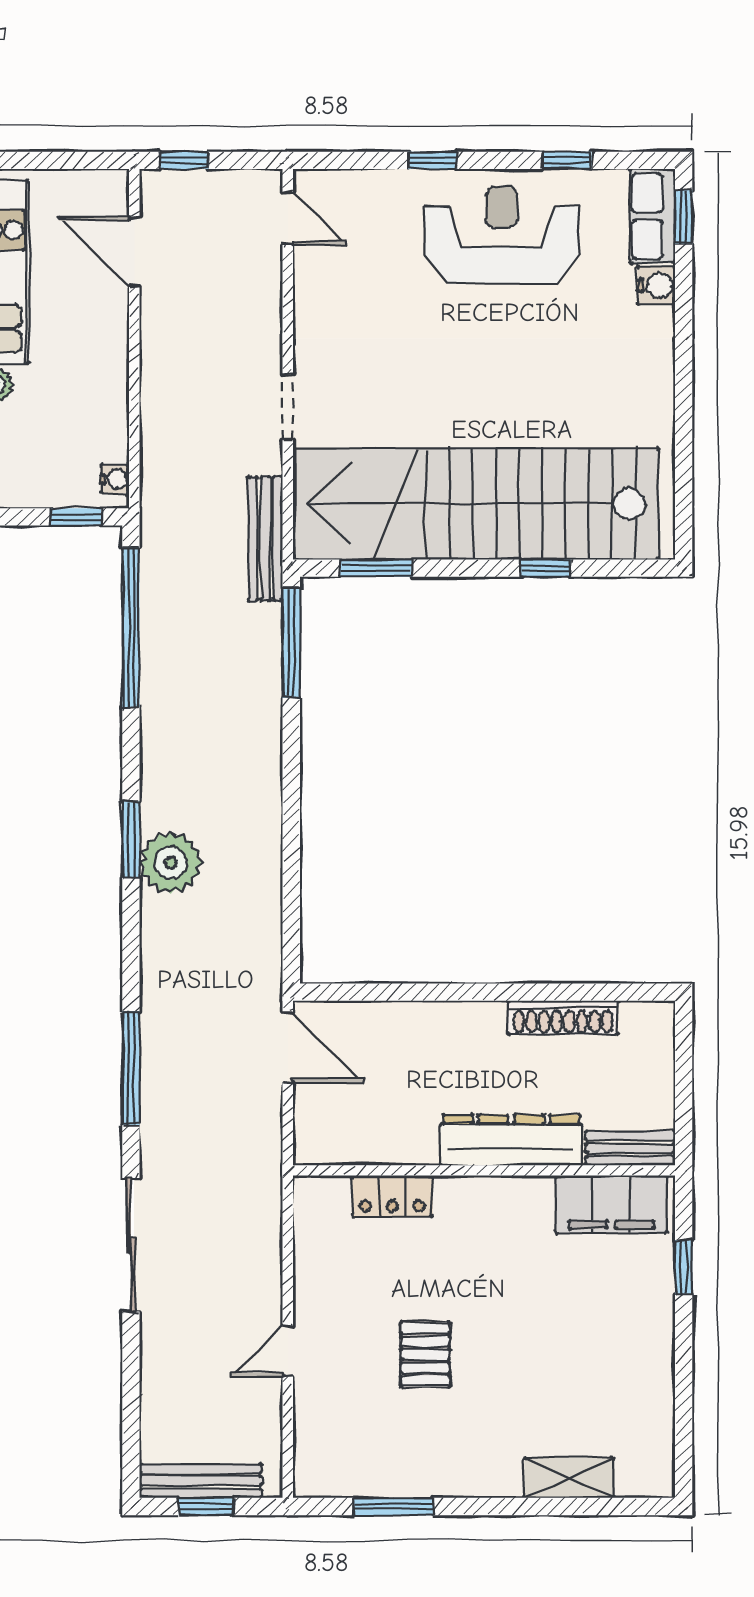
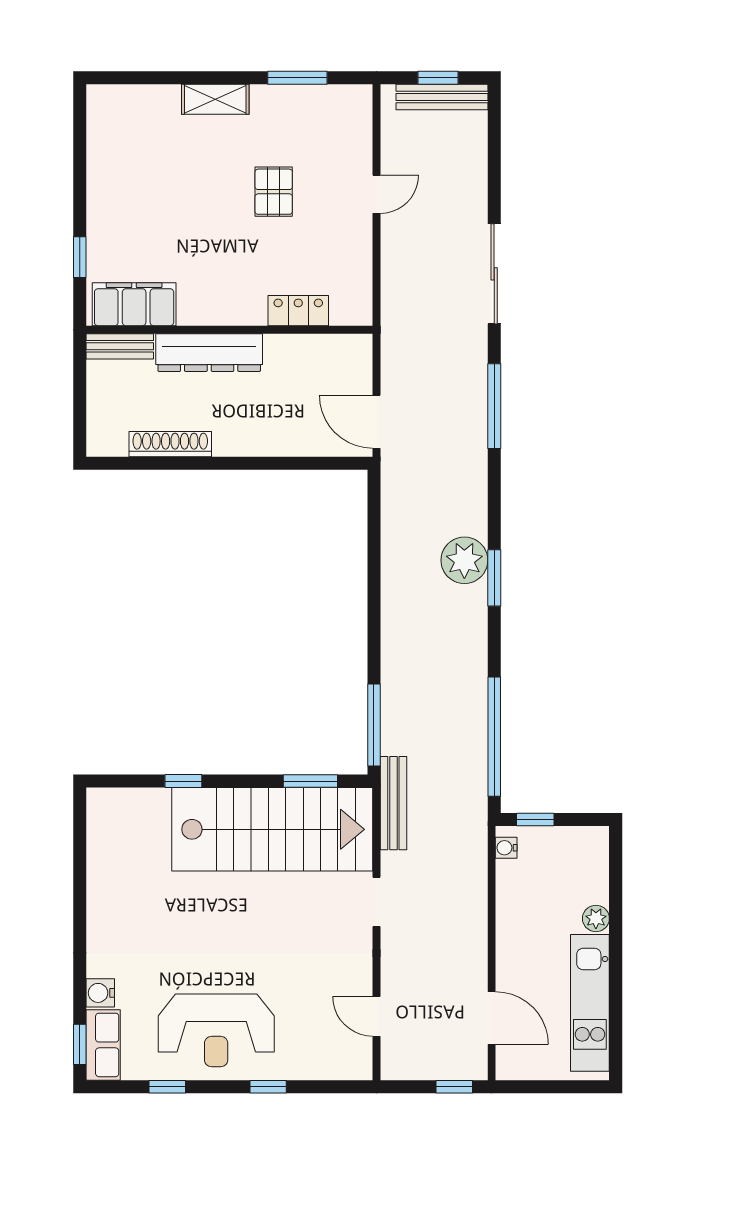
door: (288, 218) -> (377, 1016), moved
stairs: (476, 504) -> (272, 829), width x0.73
shelving: (569, 1478) -> (215, 99), moved

